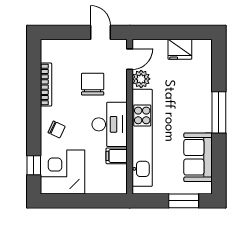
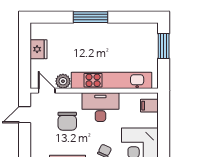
chair: (93, 84) -> (67, 121), turned -90
filing cabinet: (117, 156) -> (149, 106), moved, turned 90
sofa: (198, 157) -> (128, 34), removed

